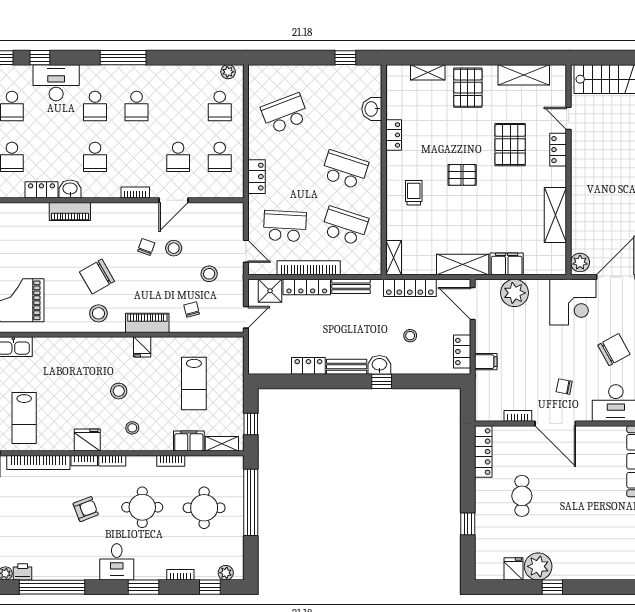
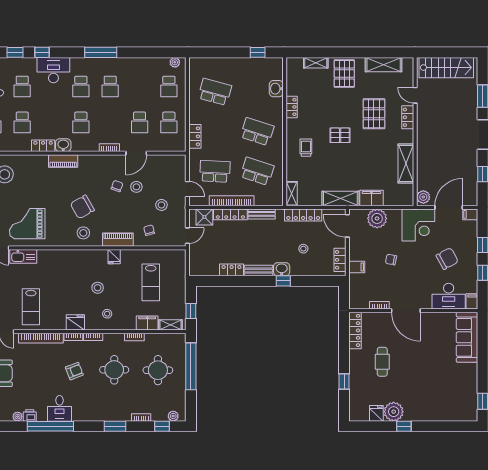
school desk: (285, 114) -> (215, 92), turned 36
chair: (564, 387) -> (391, 260), moved
desk: (117, 562) -> (60, 408), moved

